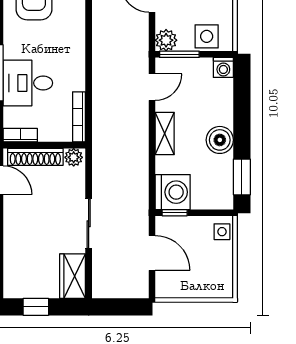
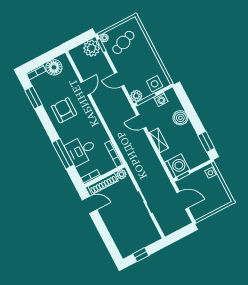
washing machine: (223, 67) -> (161, 99), moved
door: (152, 87) -> (141, 122), swing flipped
boiler: (220, 140) -> (180, 118), moved
wardrobe: (73, 276) -> (150, 231), removed

